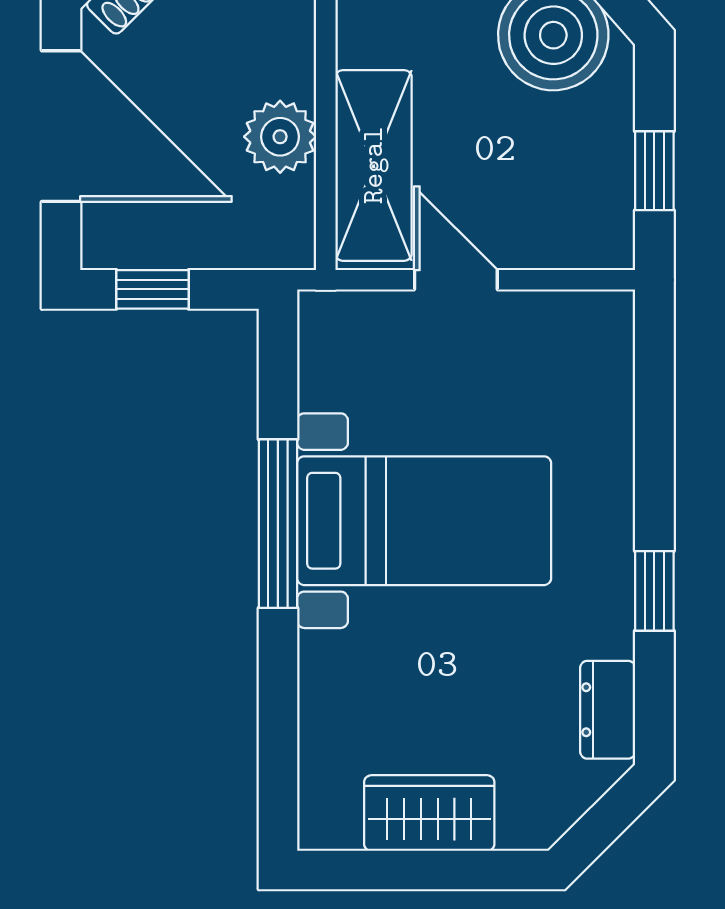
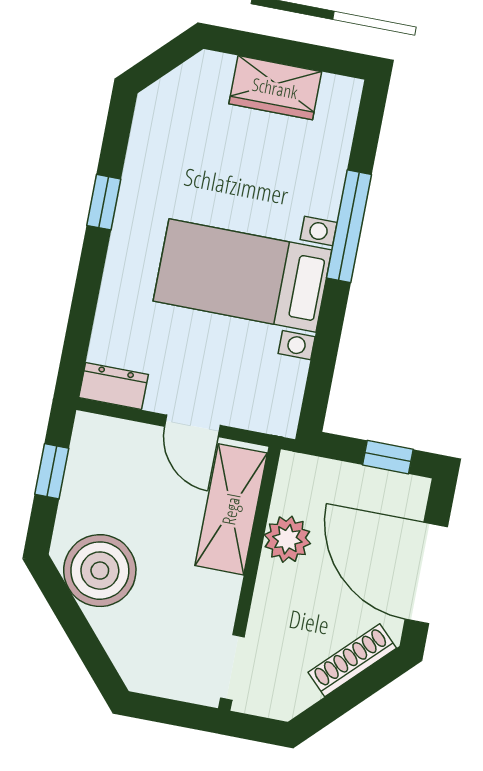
window: (278, 524) -> (349, 226), moved
dresser: (608, 710) -> (113, 386), moved, turned -90

